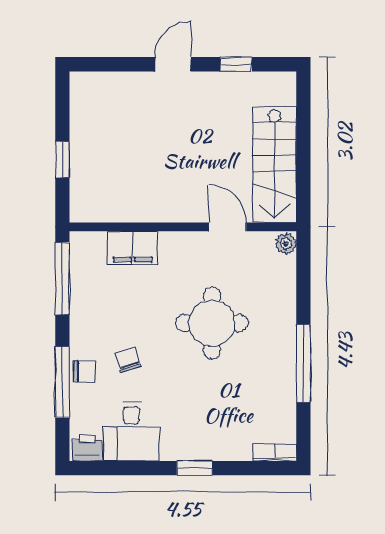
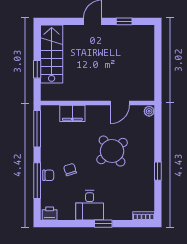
stairs: (275, 165) -> (52, 54), moved, turned 180
door: (228, 227) -> (120, 103), swing flipped
round table: (212, 323) -> (112, 151), turned -38
window: (303, 363) -> (158, 171), width x0.46
desk: (132, 431) -> (90, 205), moved

